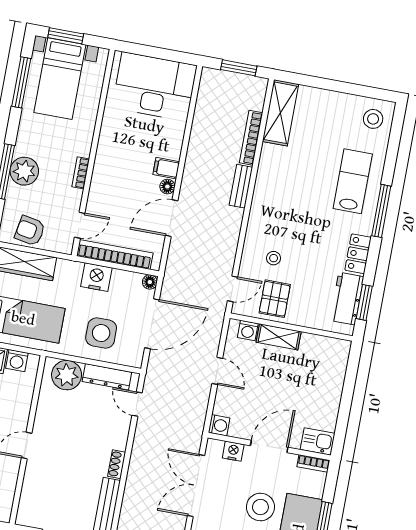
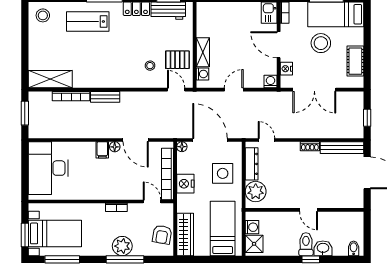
door: (137, 404) -> (266, 140), swing flipped

